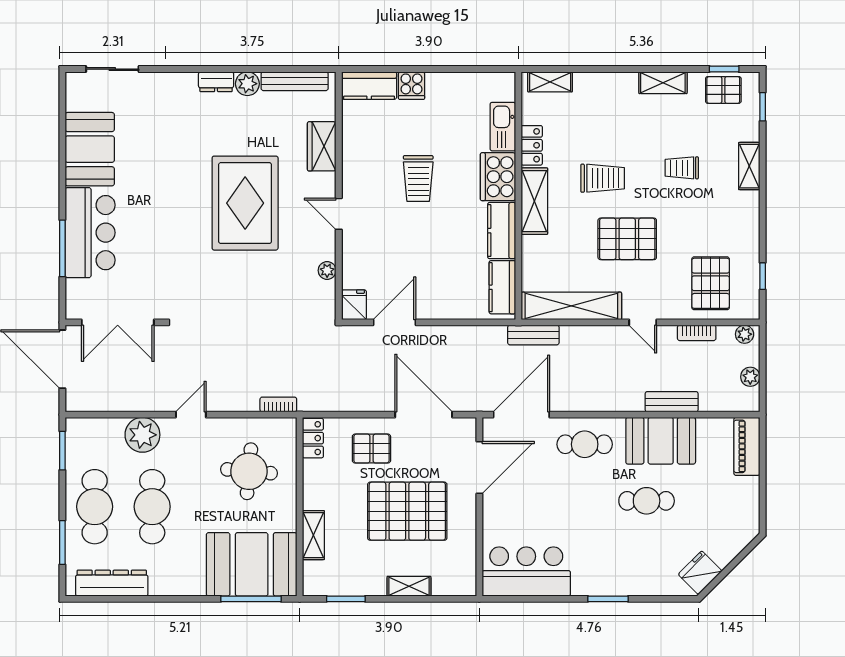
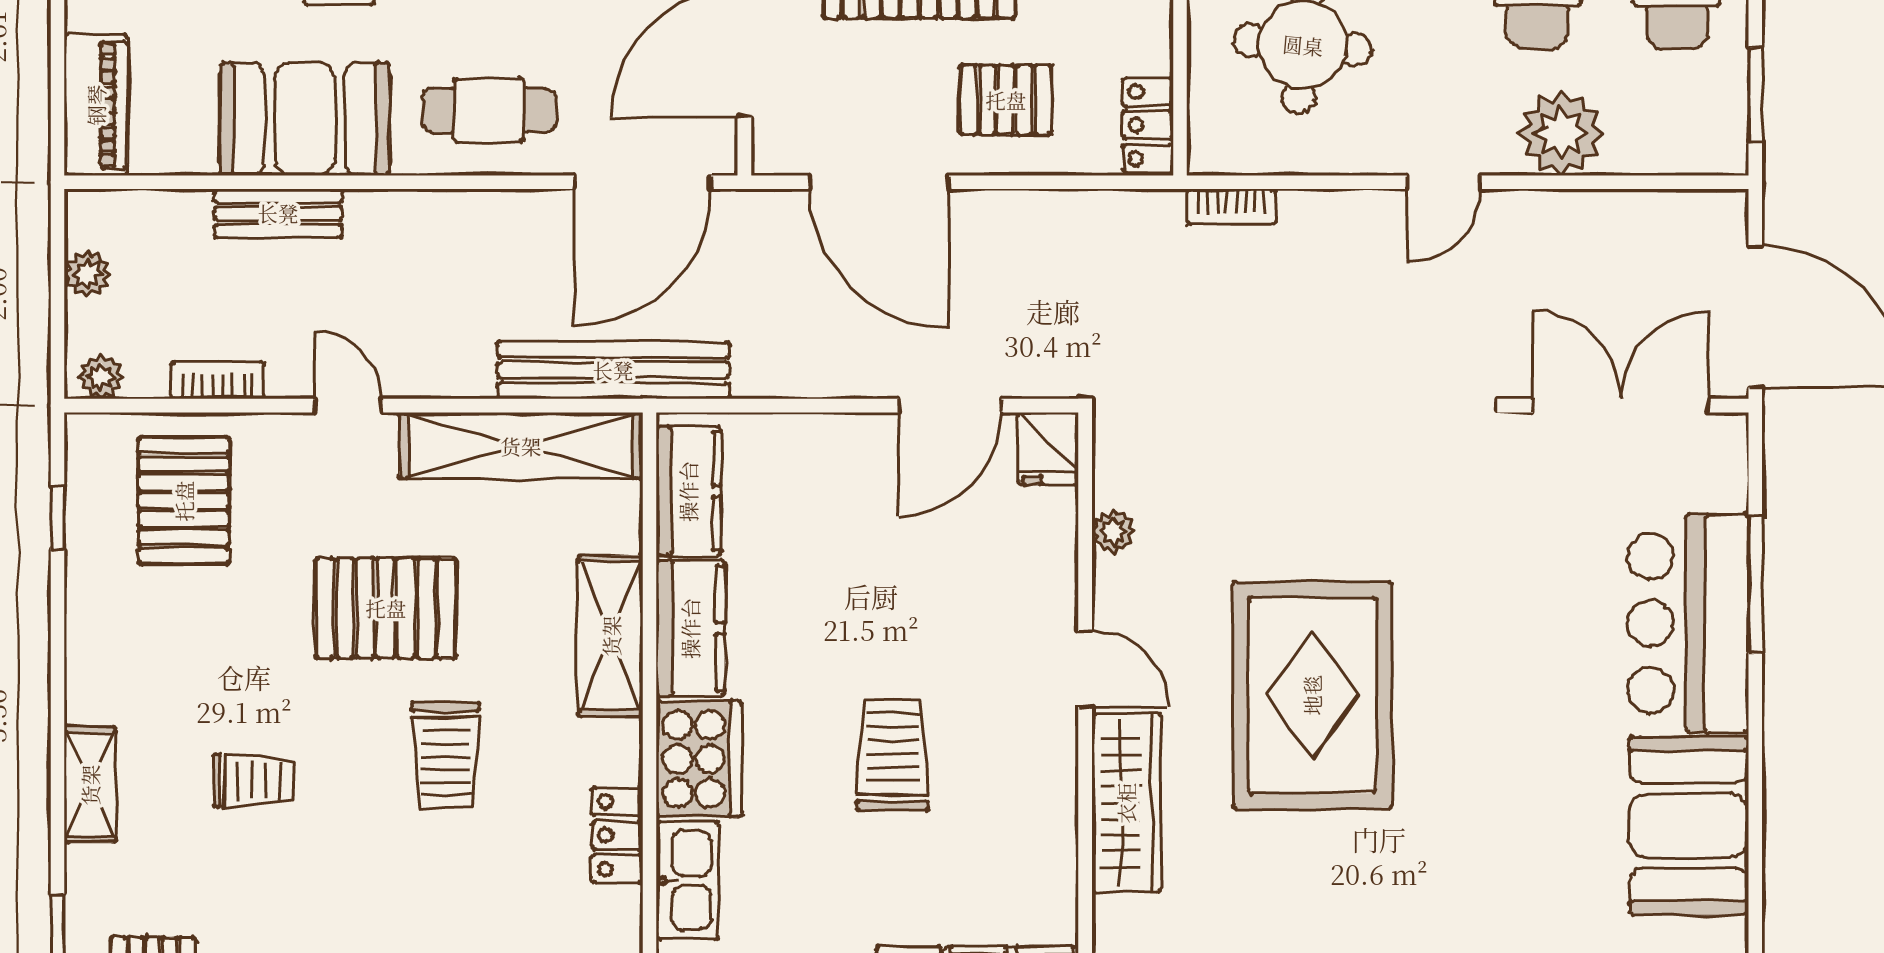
wardrobe: (322, 146) -> (1126, 803), width x1.50
trolley: (603, 178) -> (446, 755), turned -90
shelving: (534, 201) -> (611, 636), moved
bench: (533, 335) -> (613, 370), width x1.86, depth x1.21

